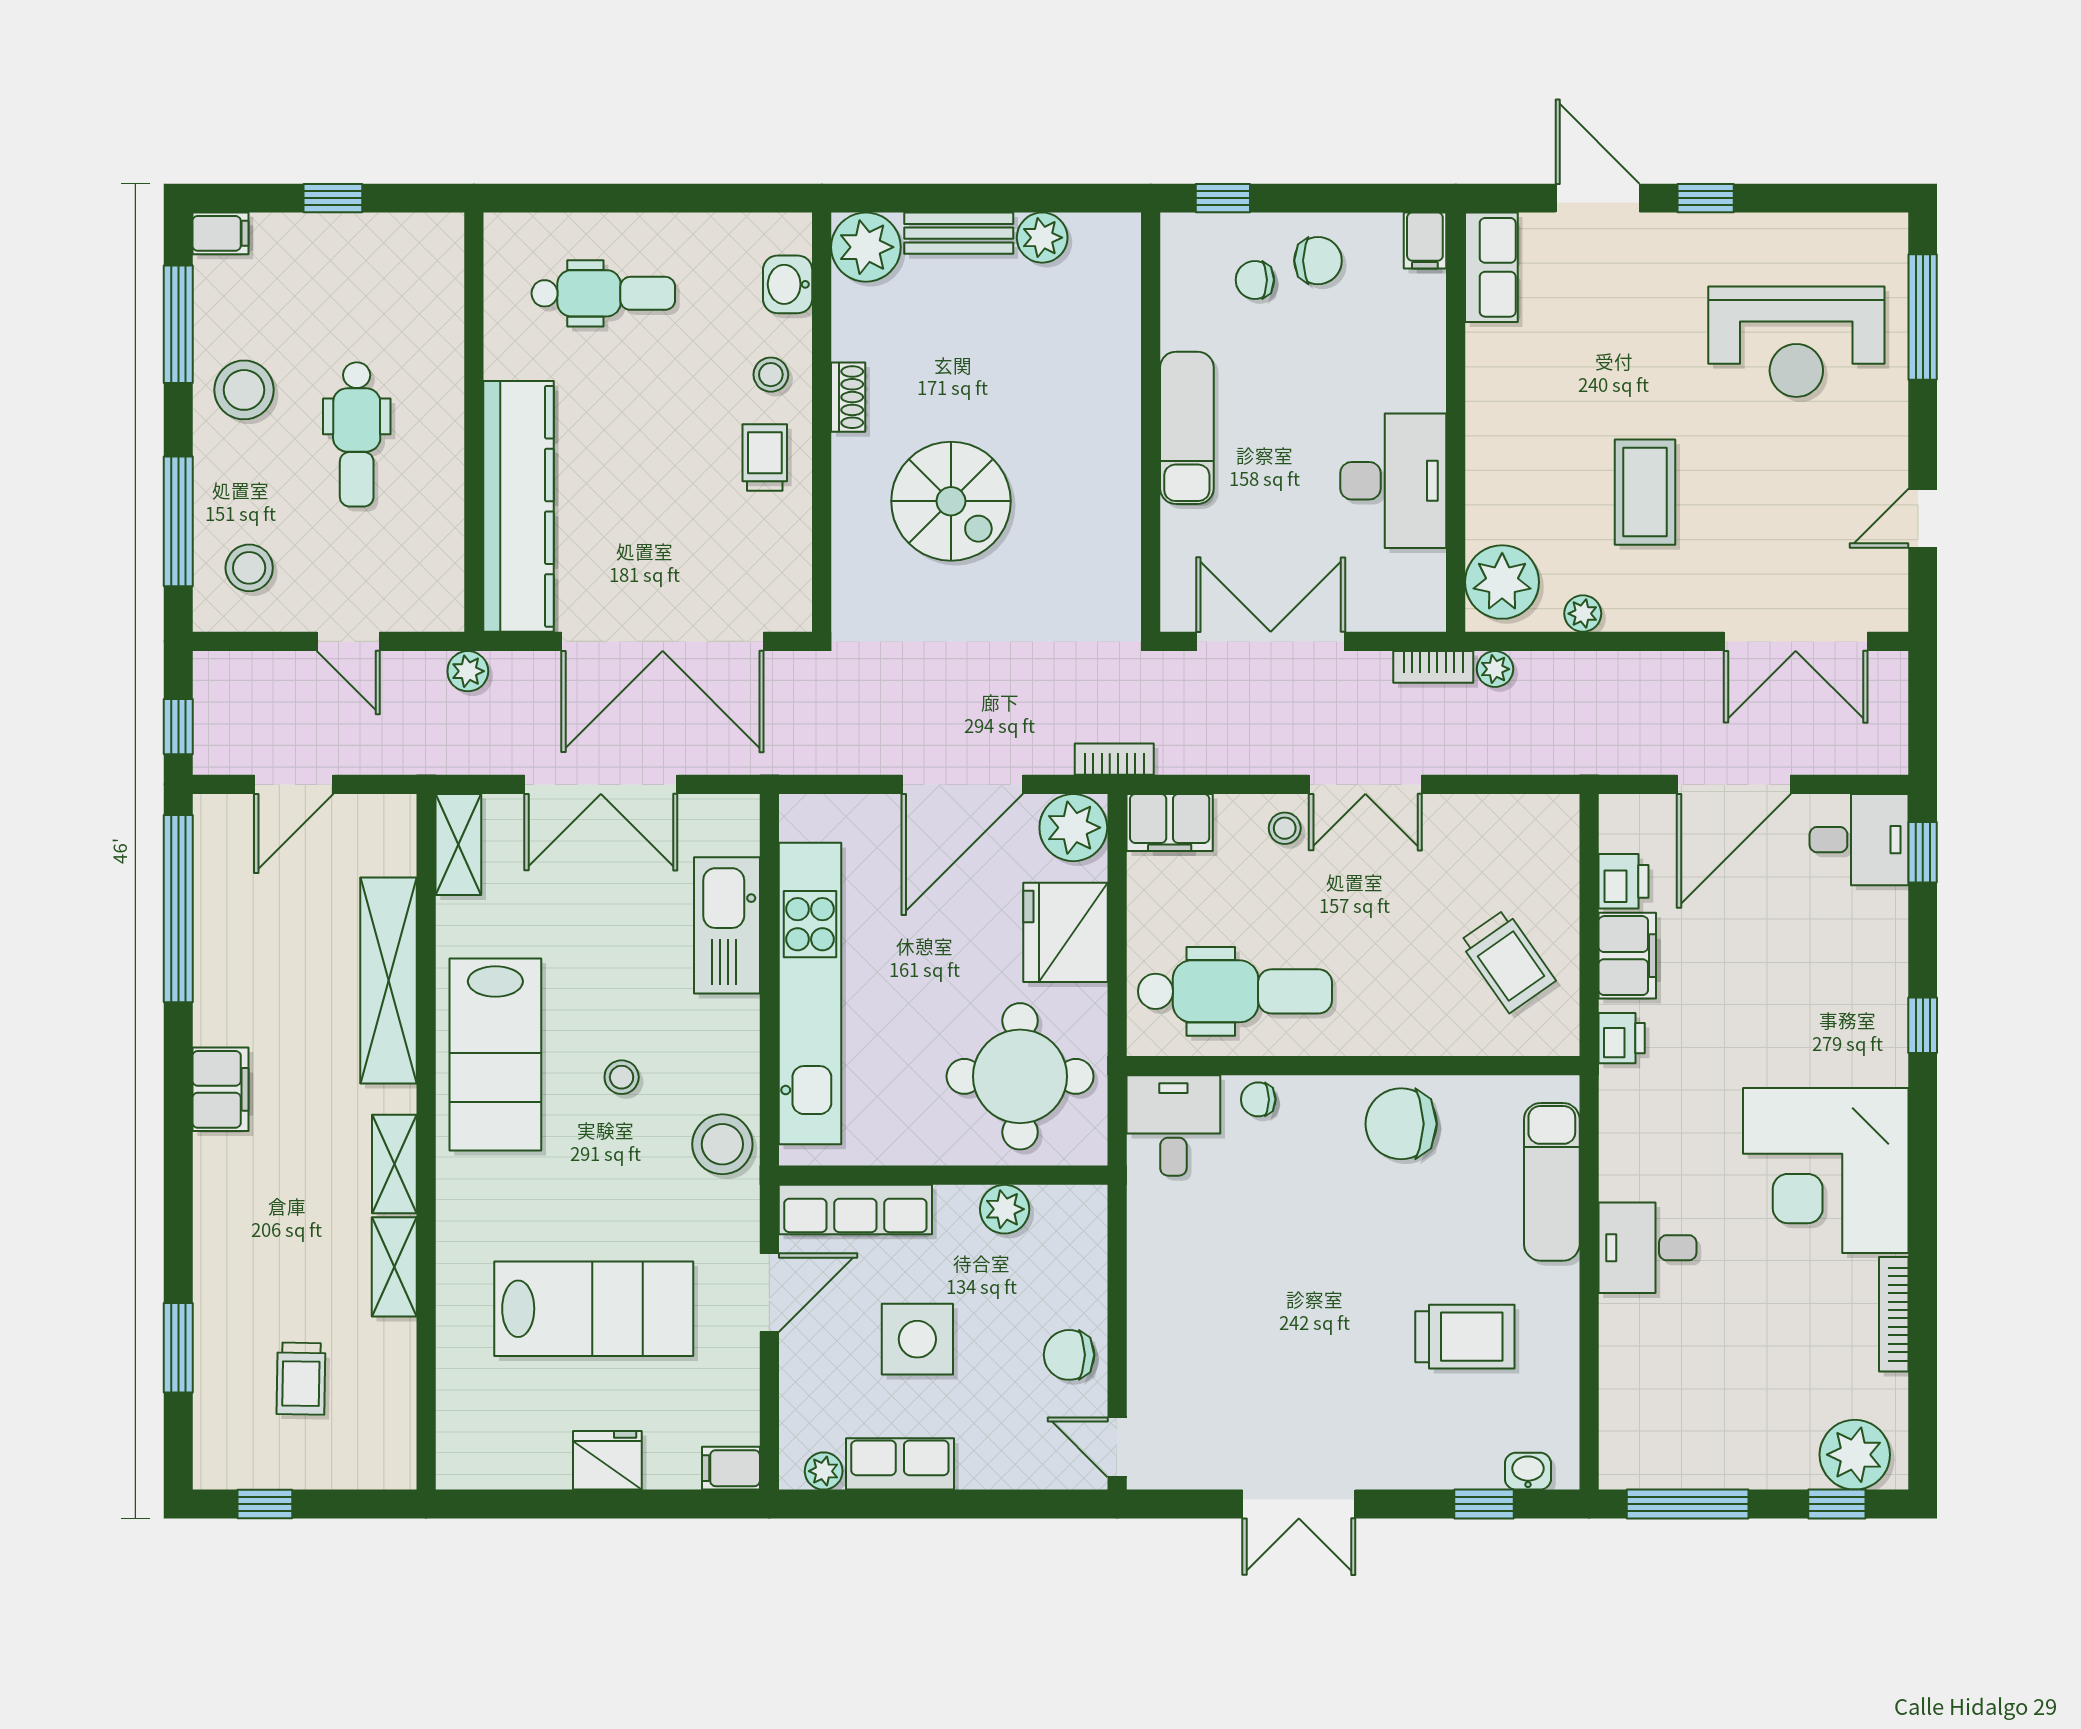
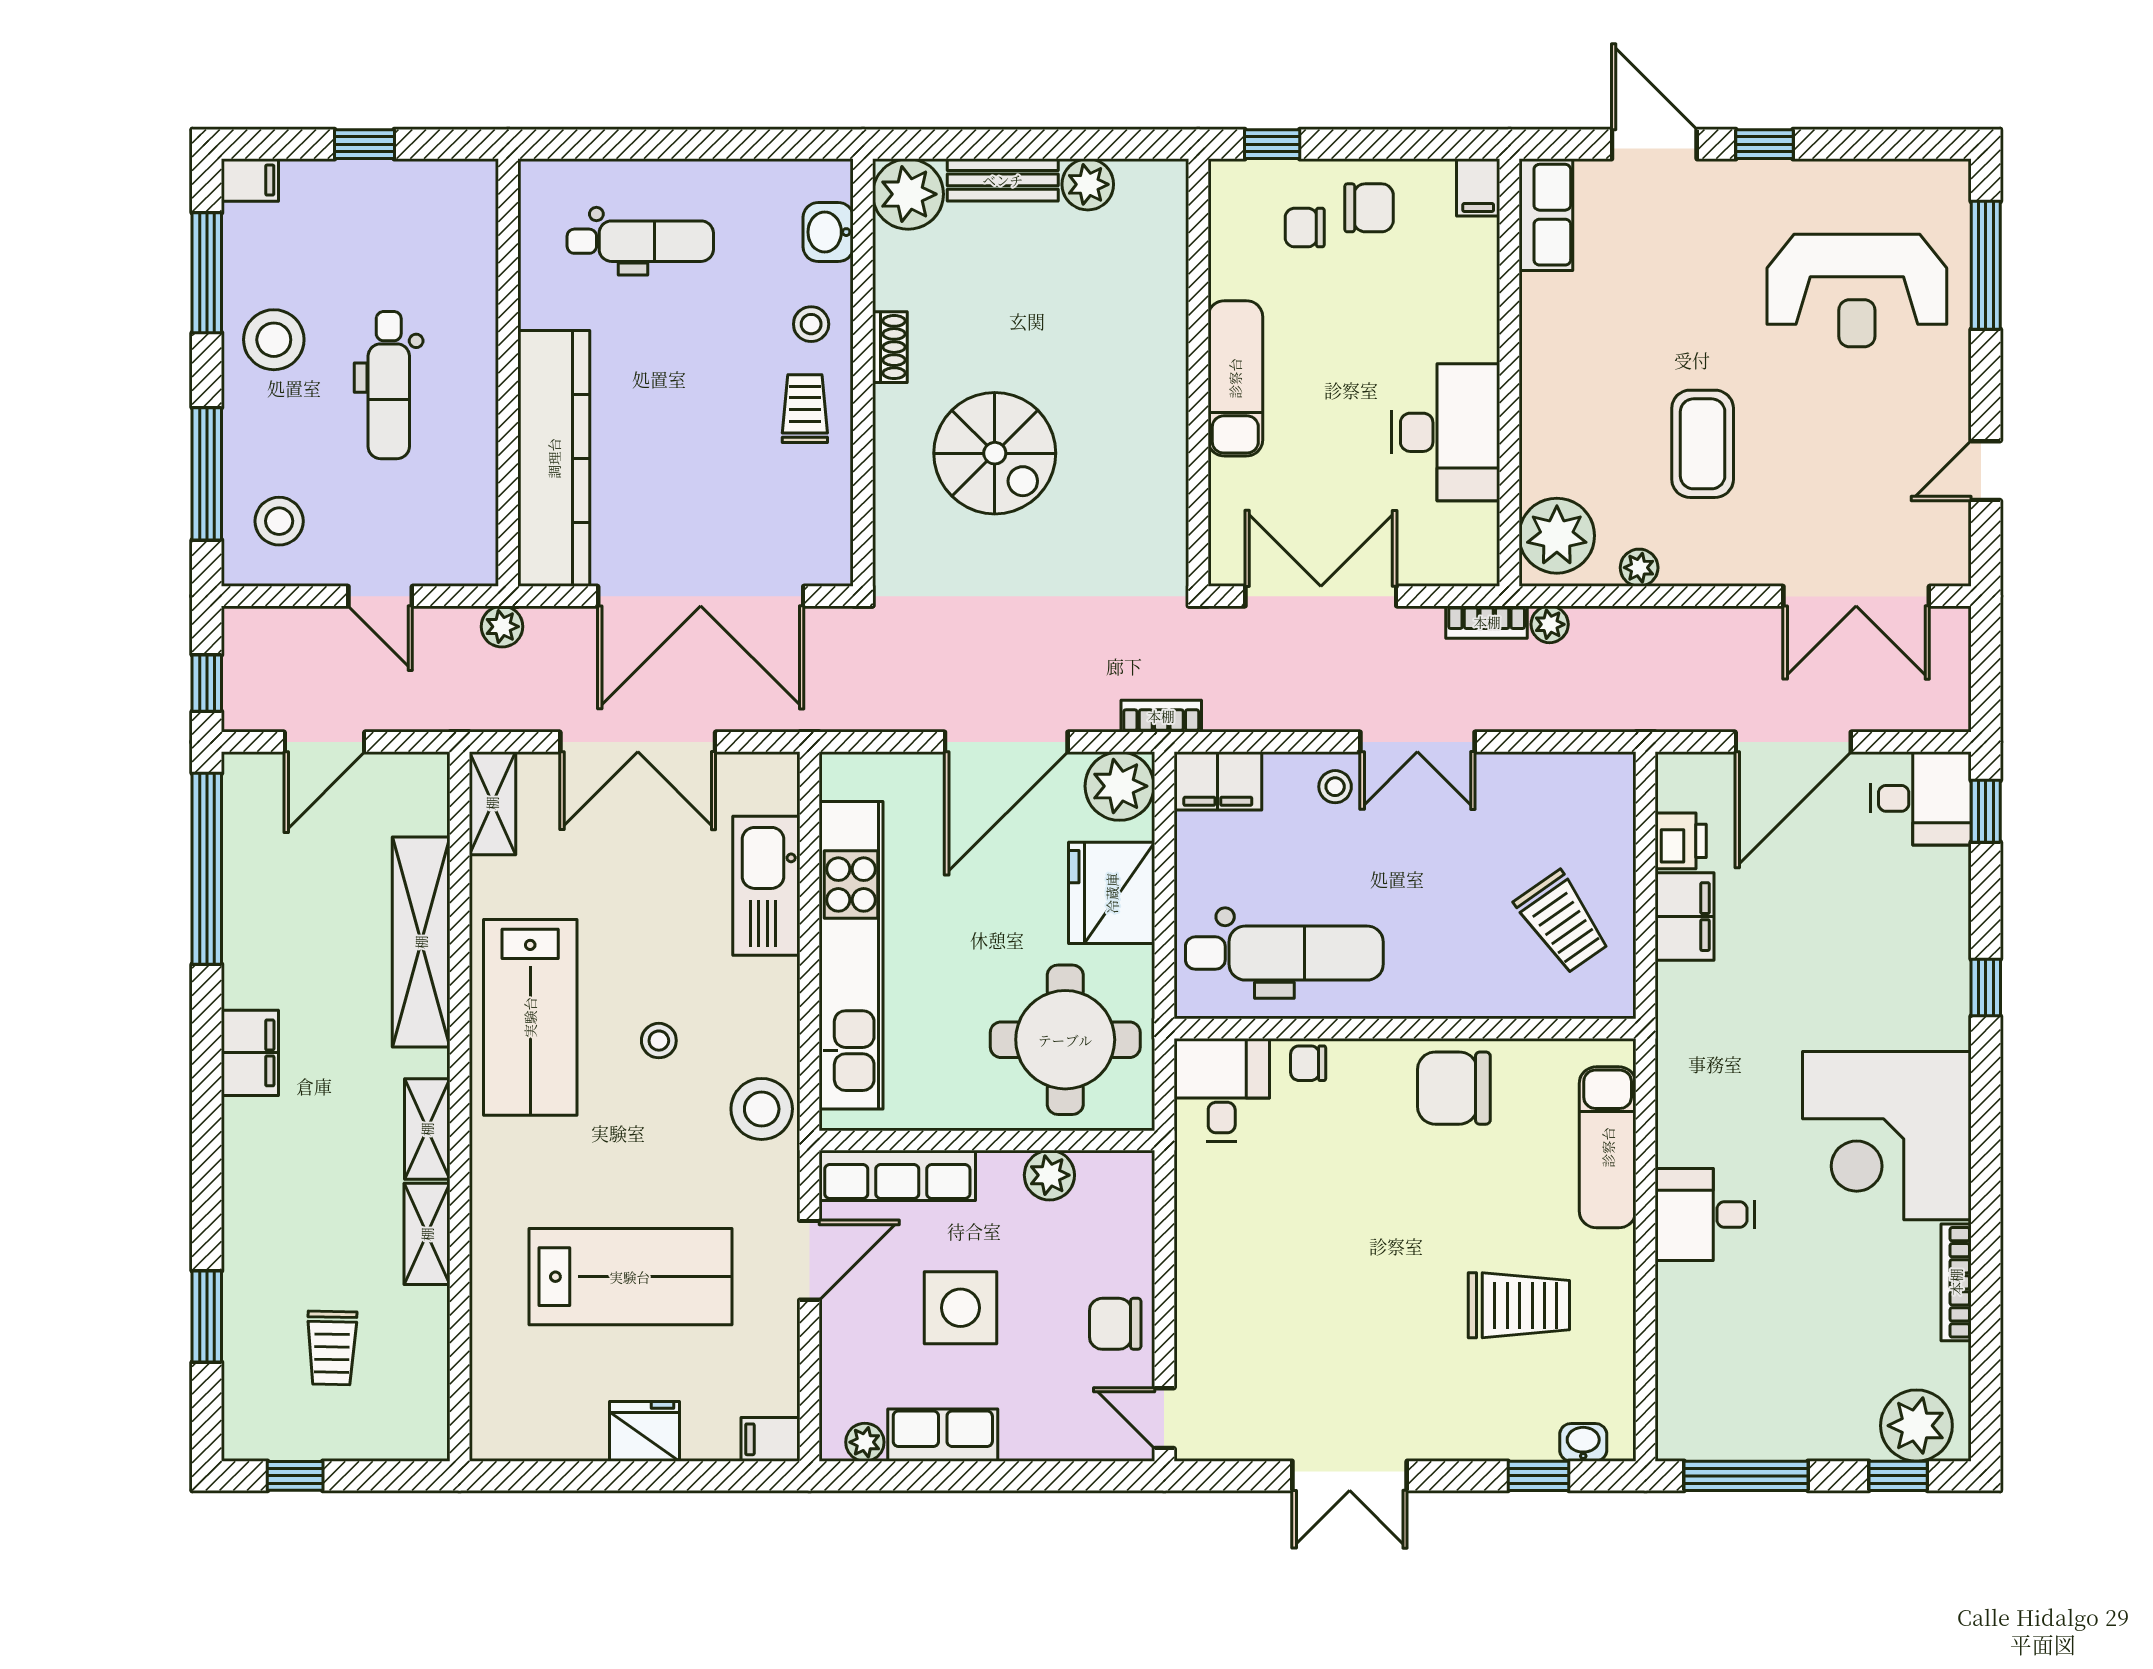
printer: (1622, 1038) -> (1679, 1001), removed

